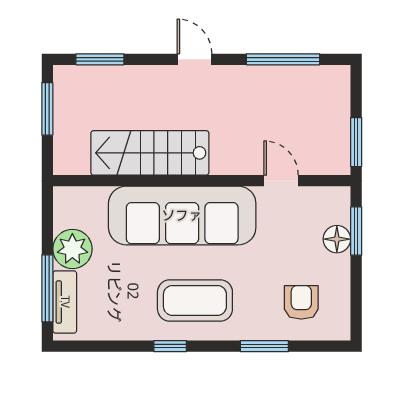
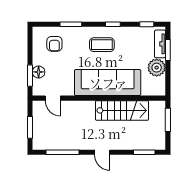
window: (47, 109) -> (168, 120), moved
window: (356, 142) -> (30, 127), moved
door: (281, 181) -> (53, 98), moved
window: (47, 288) -> (168, 50), width x0.69
coffee table: (195, 300) -> (102, 45), width x0.73, depth x0.76
window: (94, 346) -> (147, 24), added

